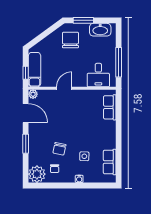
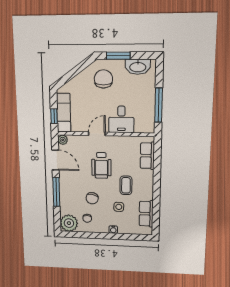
desk: (98, 75) -> (121, 119), moved
wheelchair: (68, 117) -> (101, 165), added
coffee table: (91, 135) -> (126, 185), added
window: (26, 144) -> (56, 192), width x1.44

